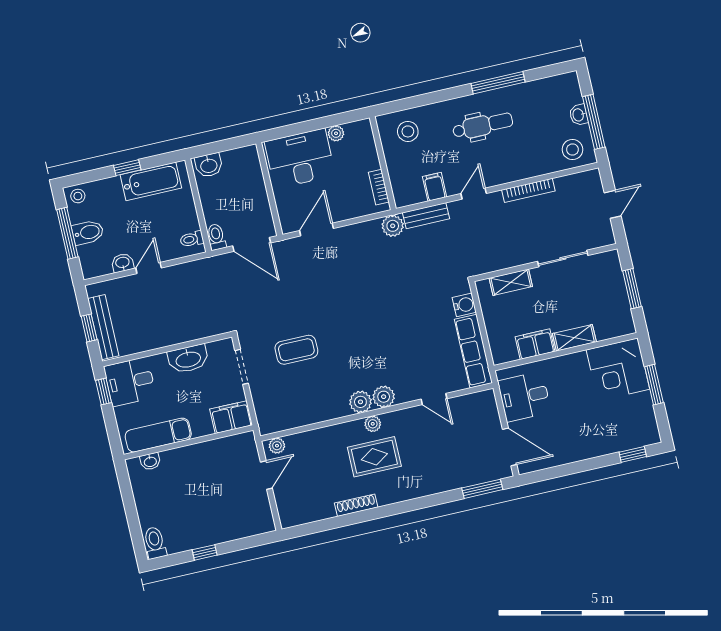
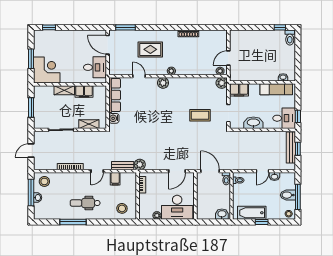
plant: (360, 402) -> (222, 83), moved
rug: (374, 457) -> (150, 49), moved
window: (205, 552) -> (280, 27), moved

